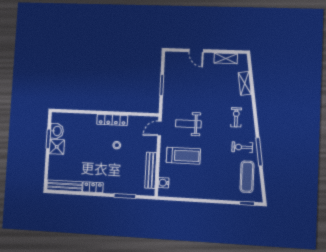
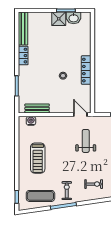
treadmill: (183, 156) -> (38, 158), moved
bench: (151, 170) -> (37, 108), width x0.73

